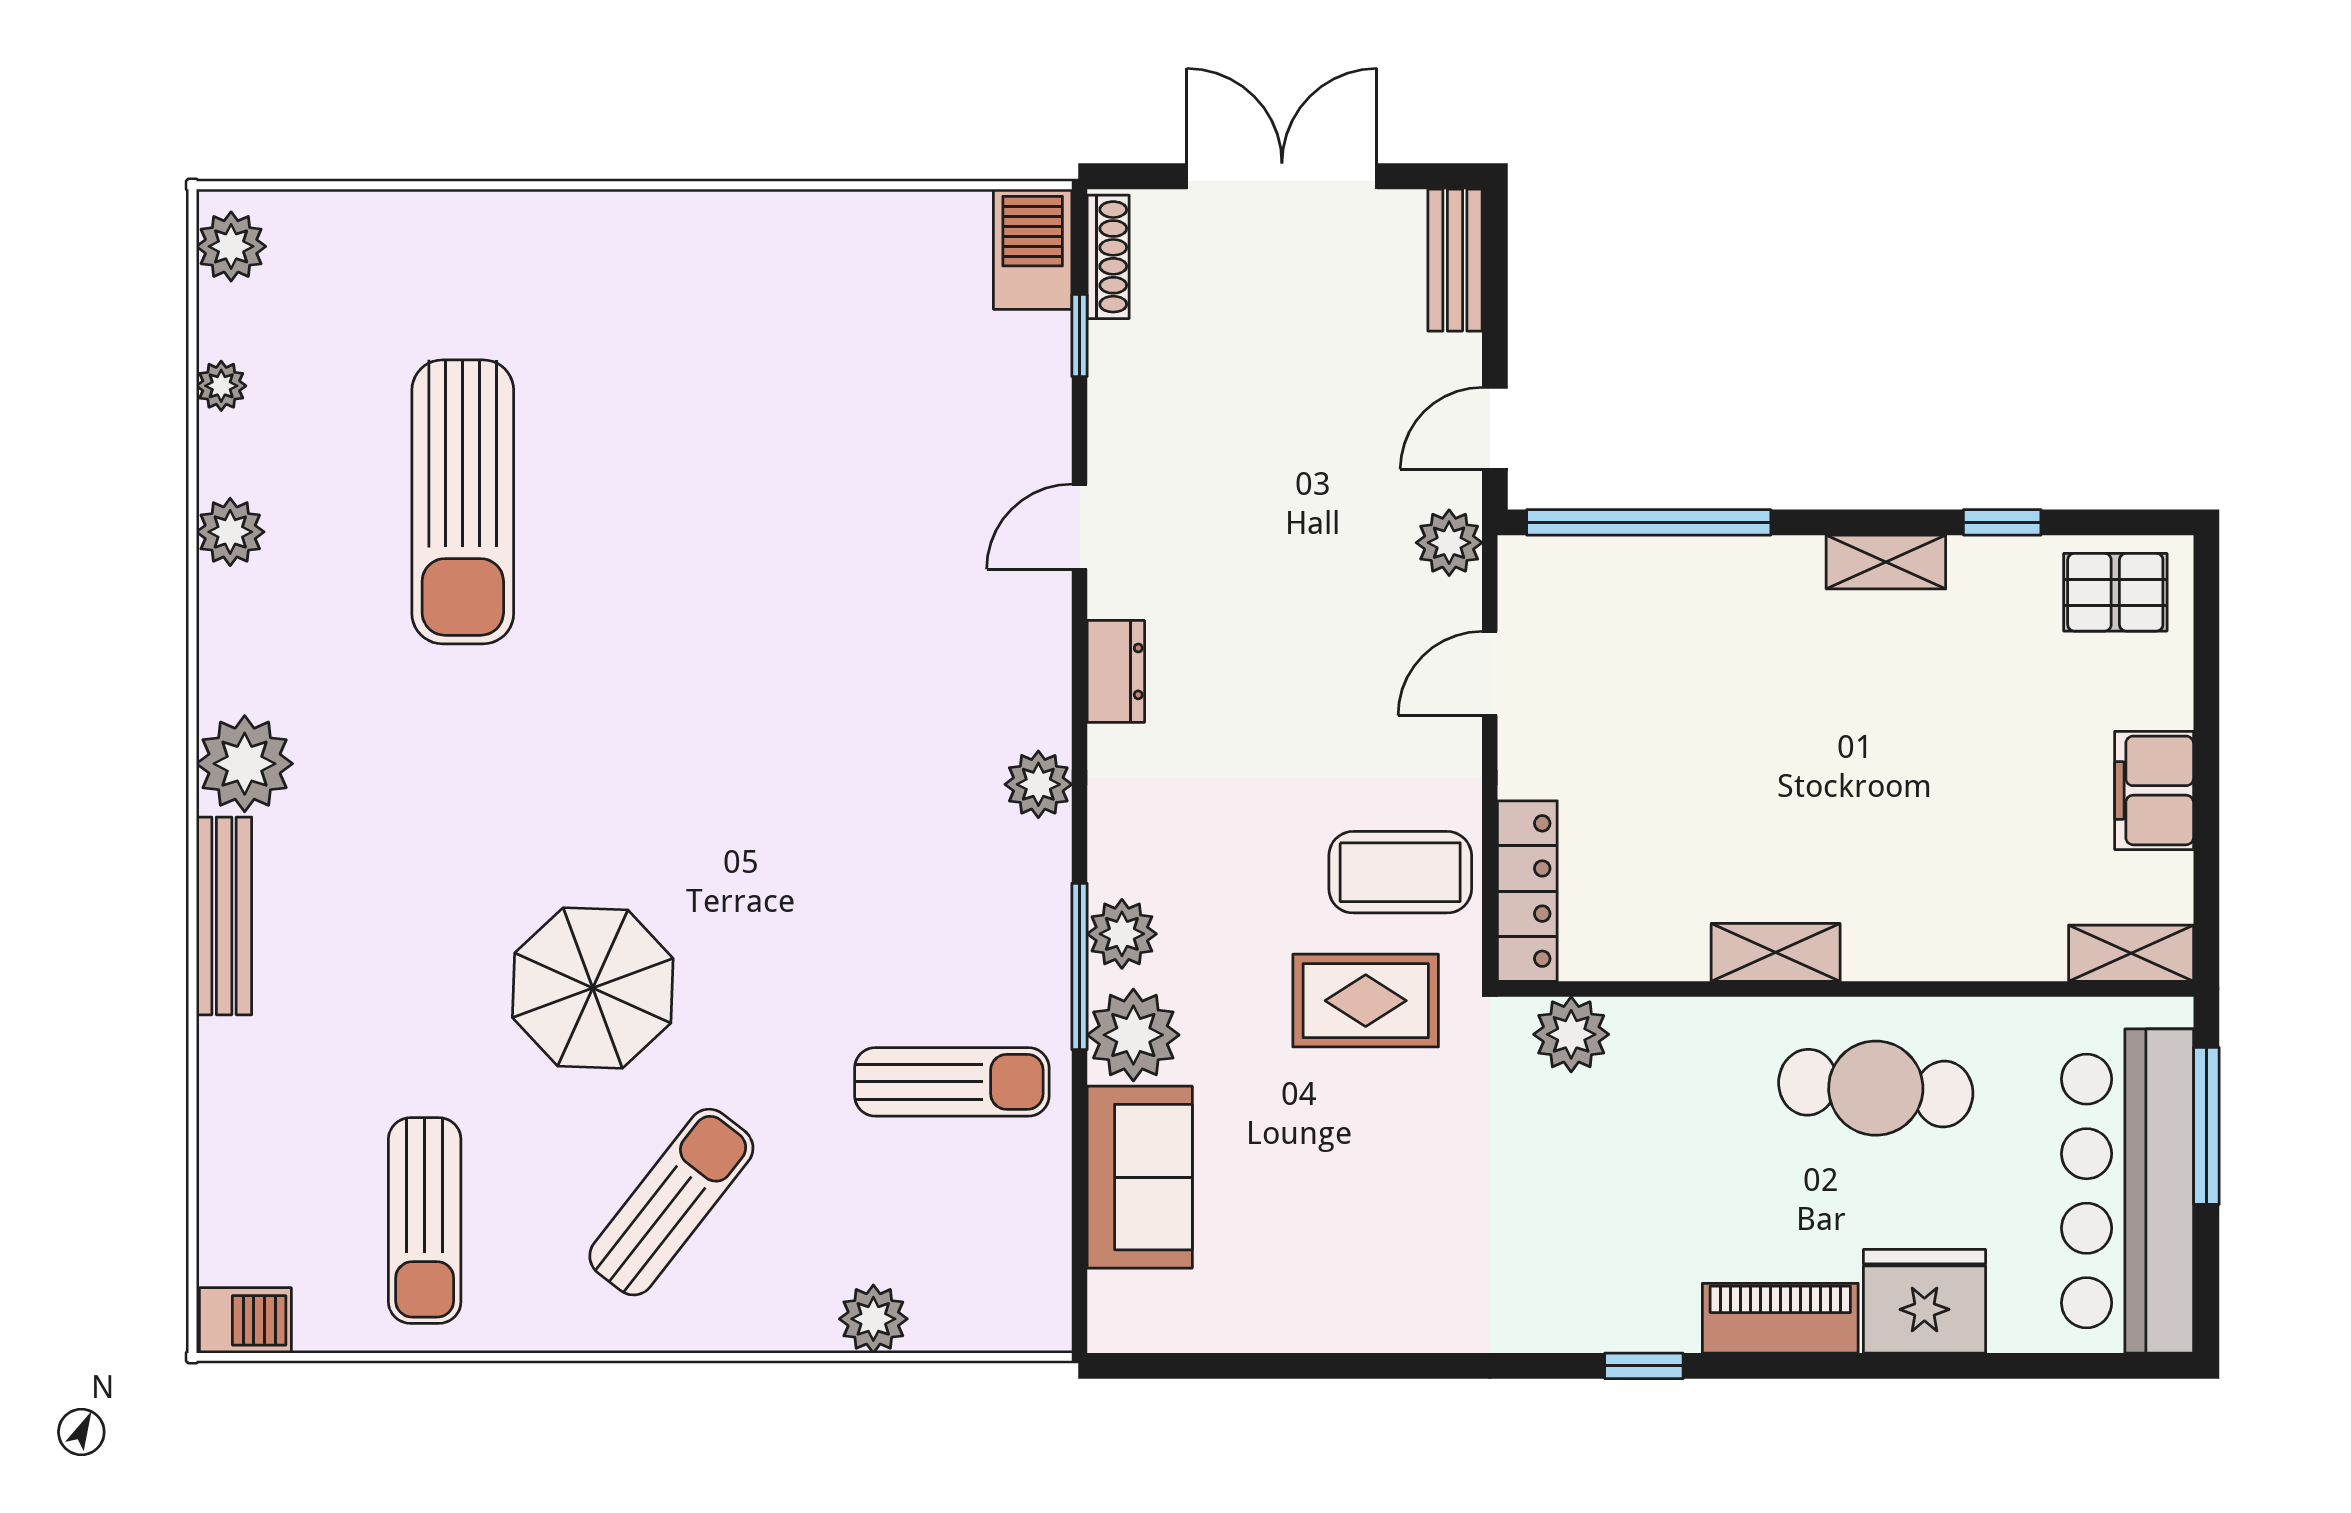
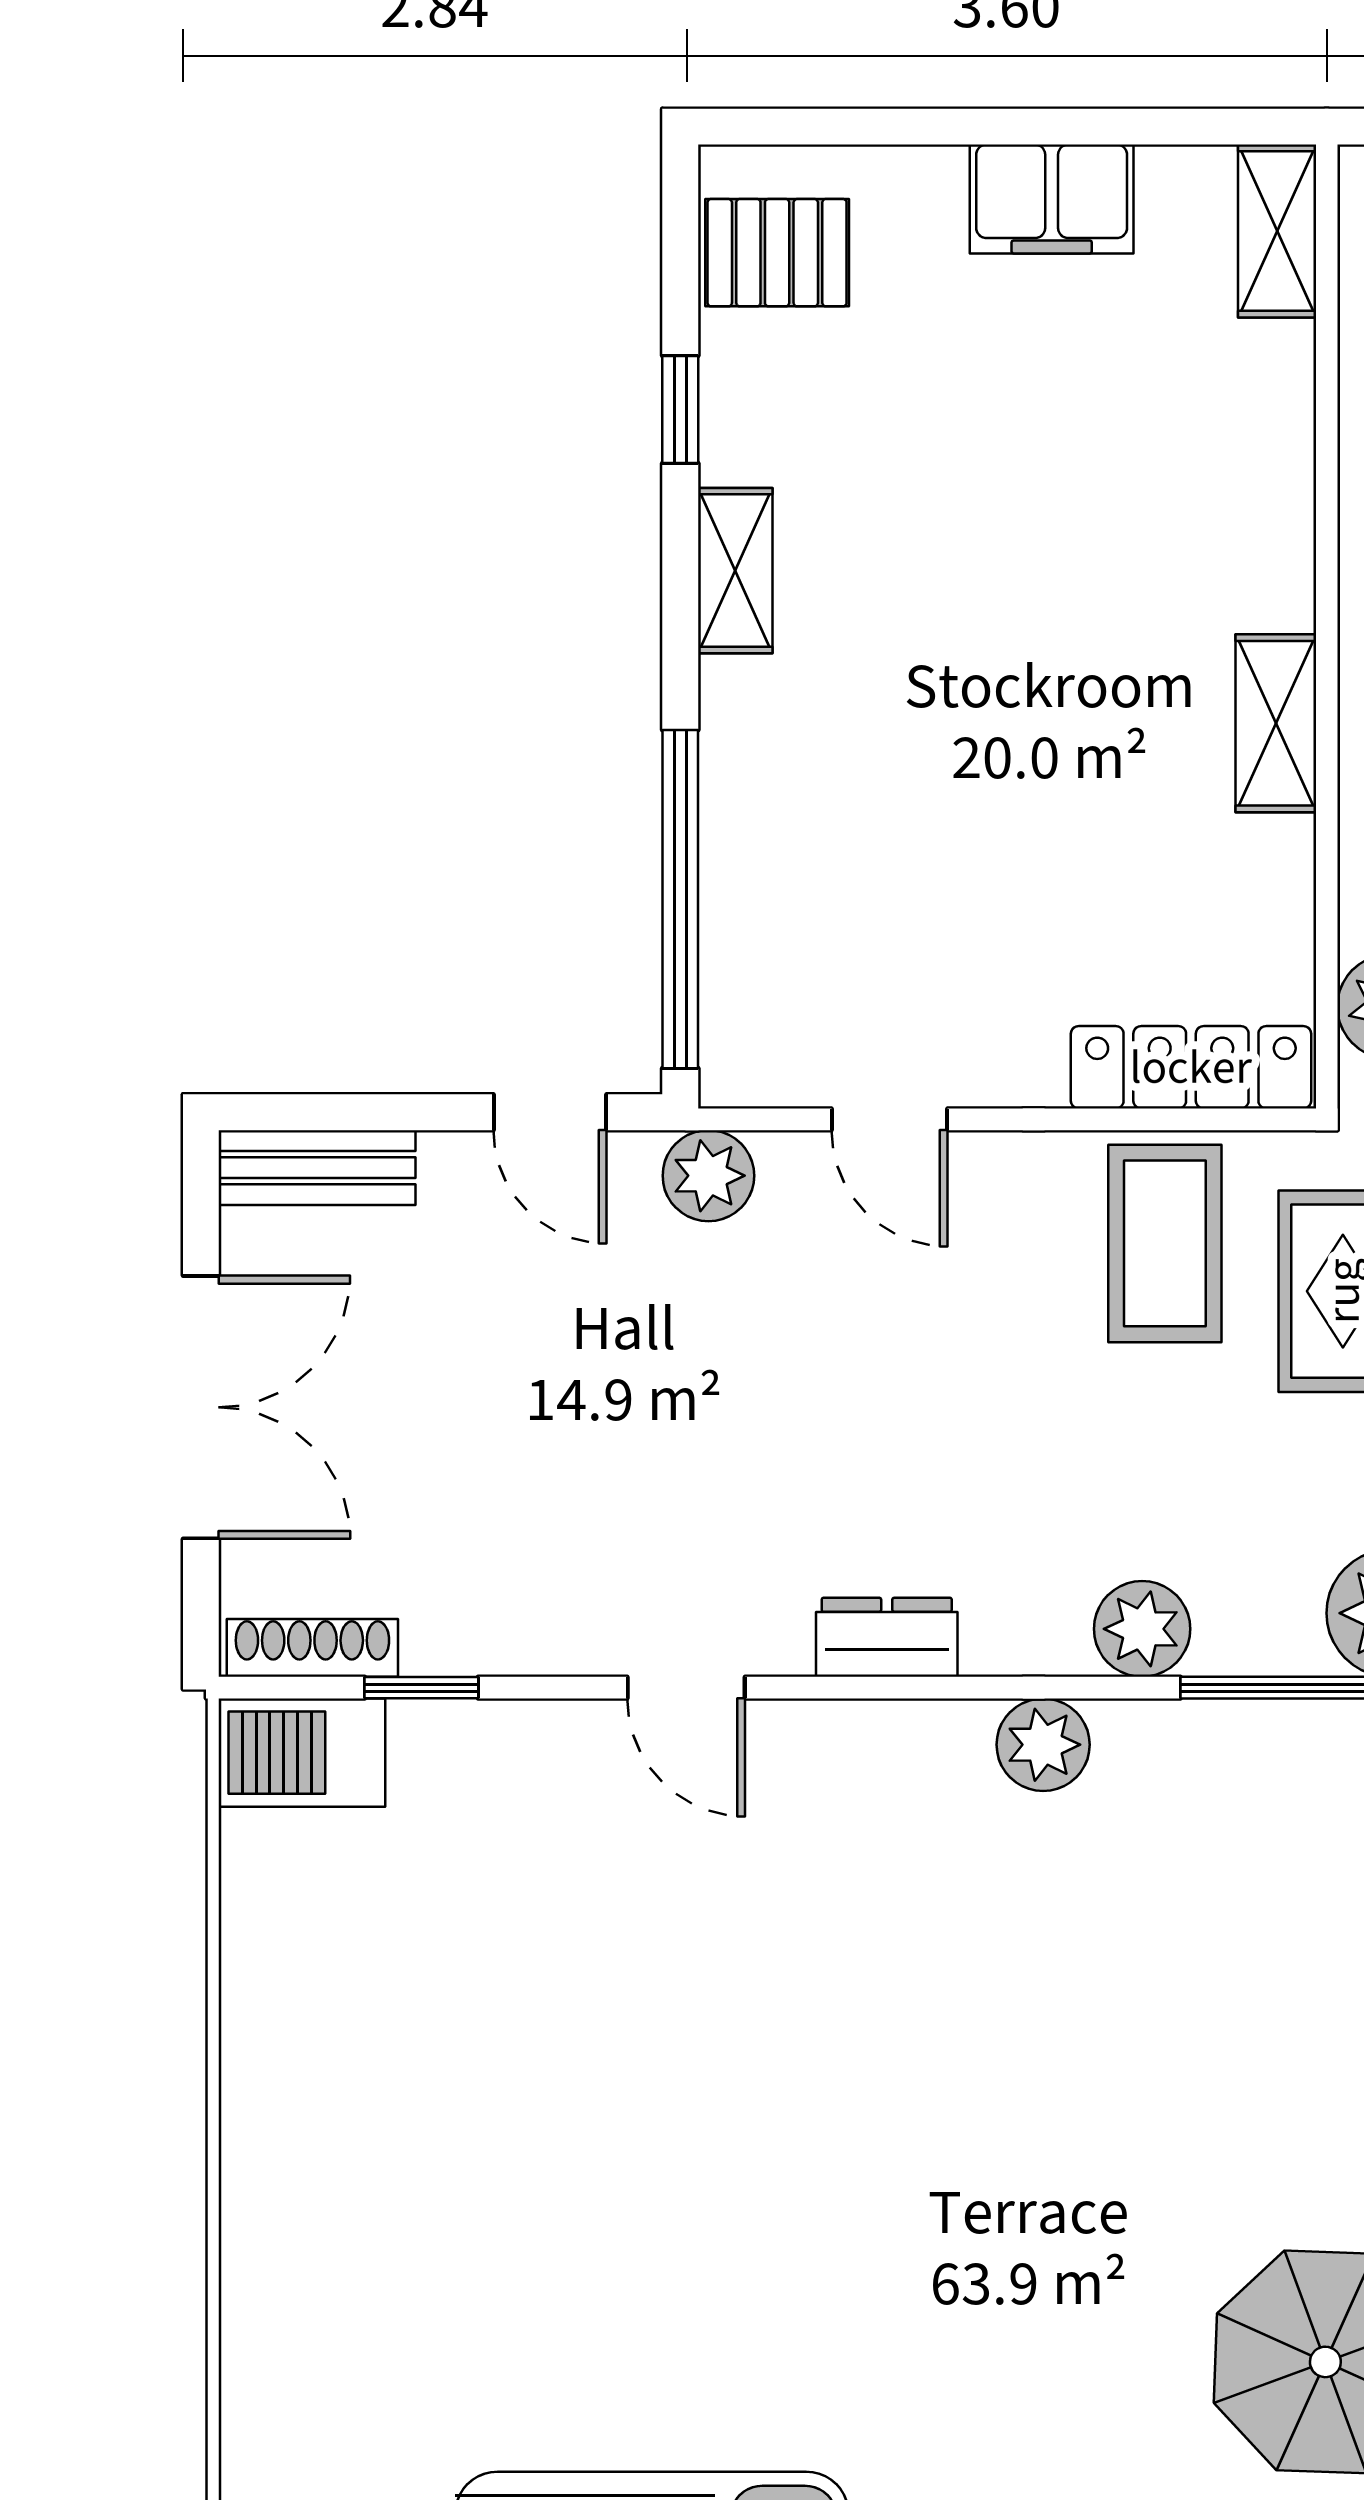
double door: (1282, 176) -> (201, 1407), swing flipped
pallet: (2115, 592) -> (777, 253), turned 90
plant: (1122, 934) -> (1142, 1629), moved

